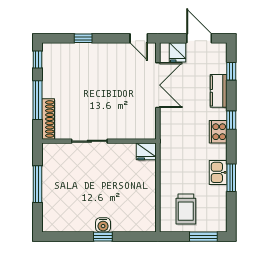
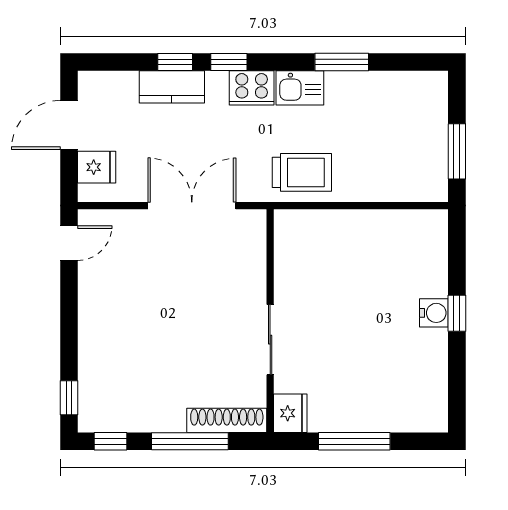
window: (83, 38) -> (69, 398), moved
window: (231, 71) -> (175, 62), moved
double door: (158, 85) -> (192, 206), moved
fridge: (146, 151) -> (290, 413), moved
kitchen sink: (218, 172) -> (300, 88), moved
trolley: (186, 209) -> (302, 172), moved
window: (203, 237) -> (457, 151), moved

